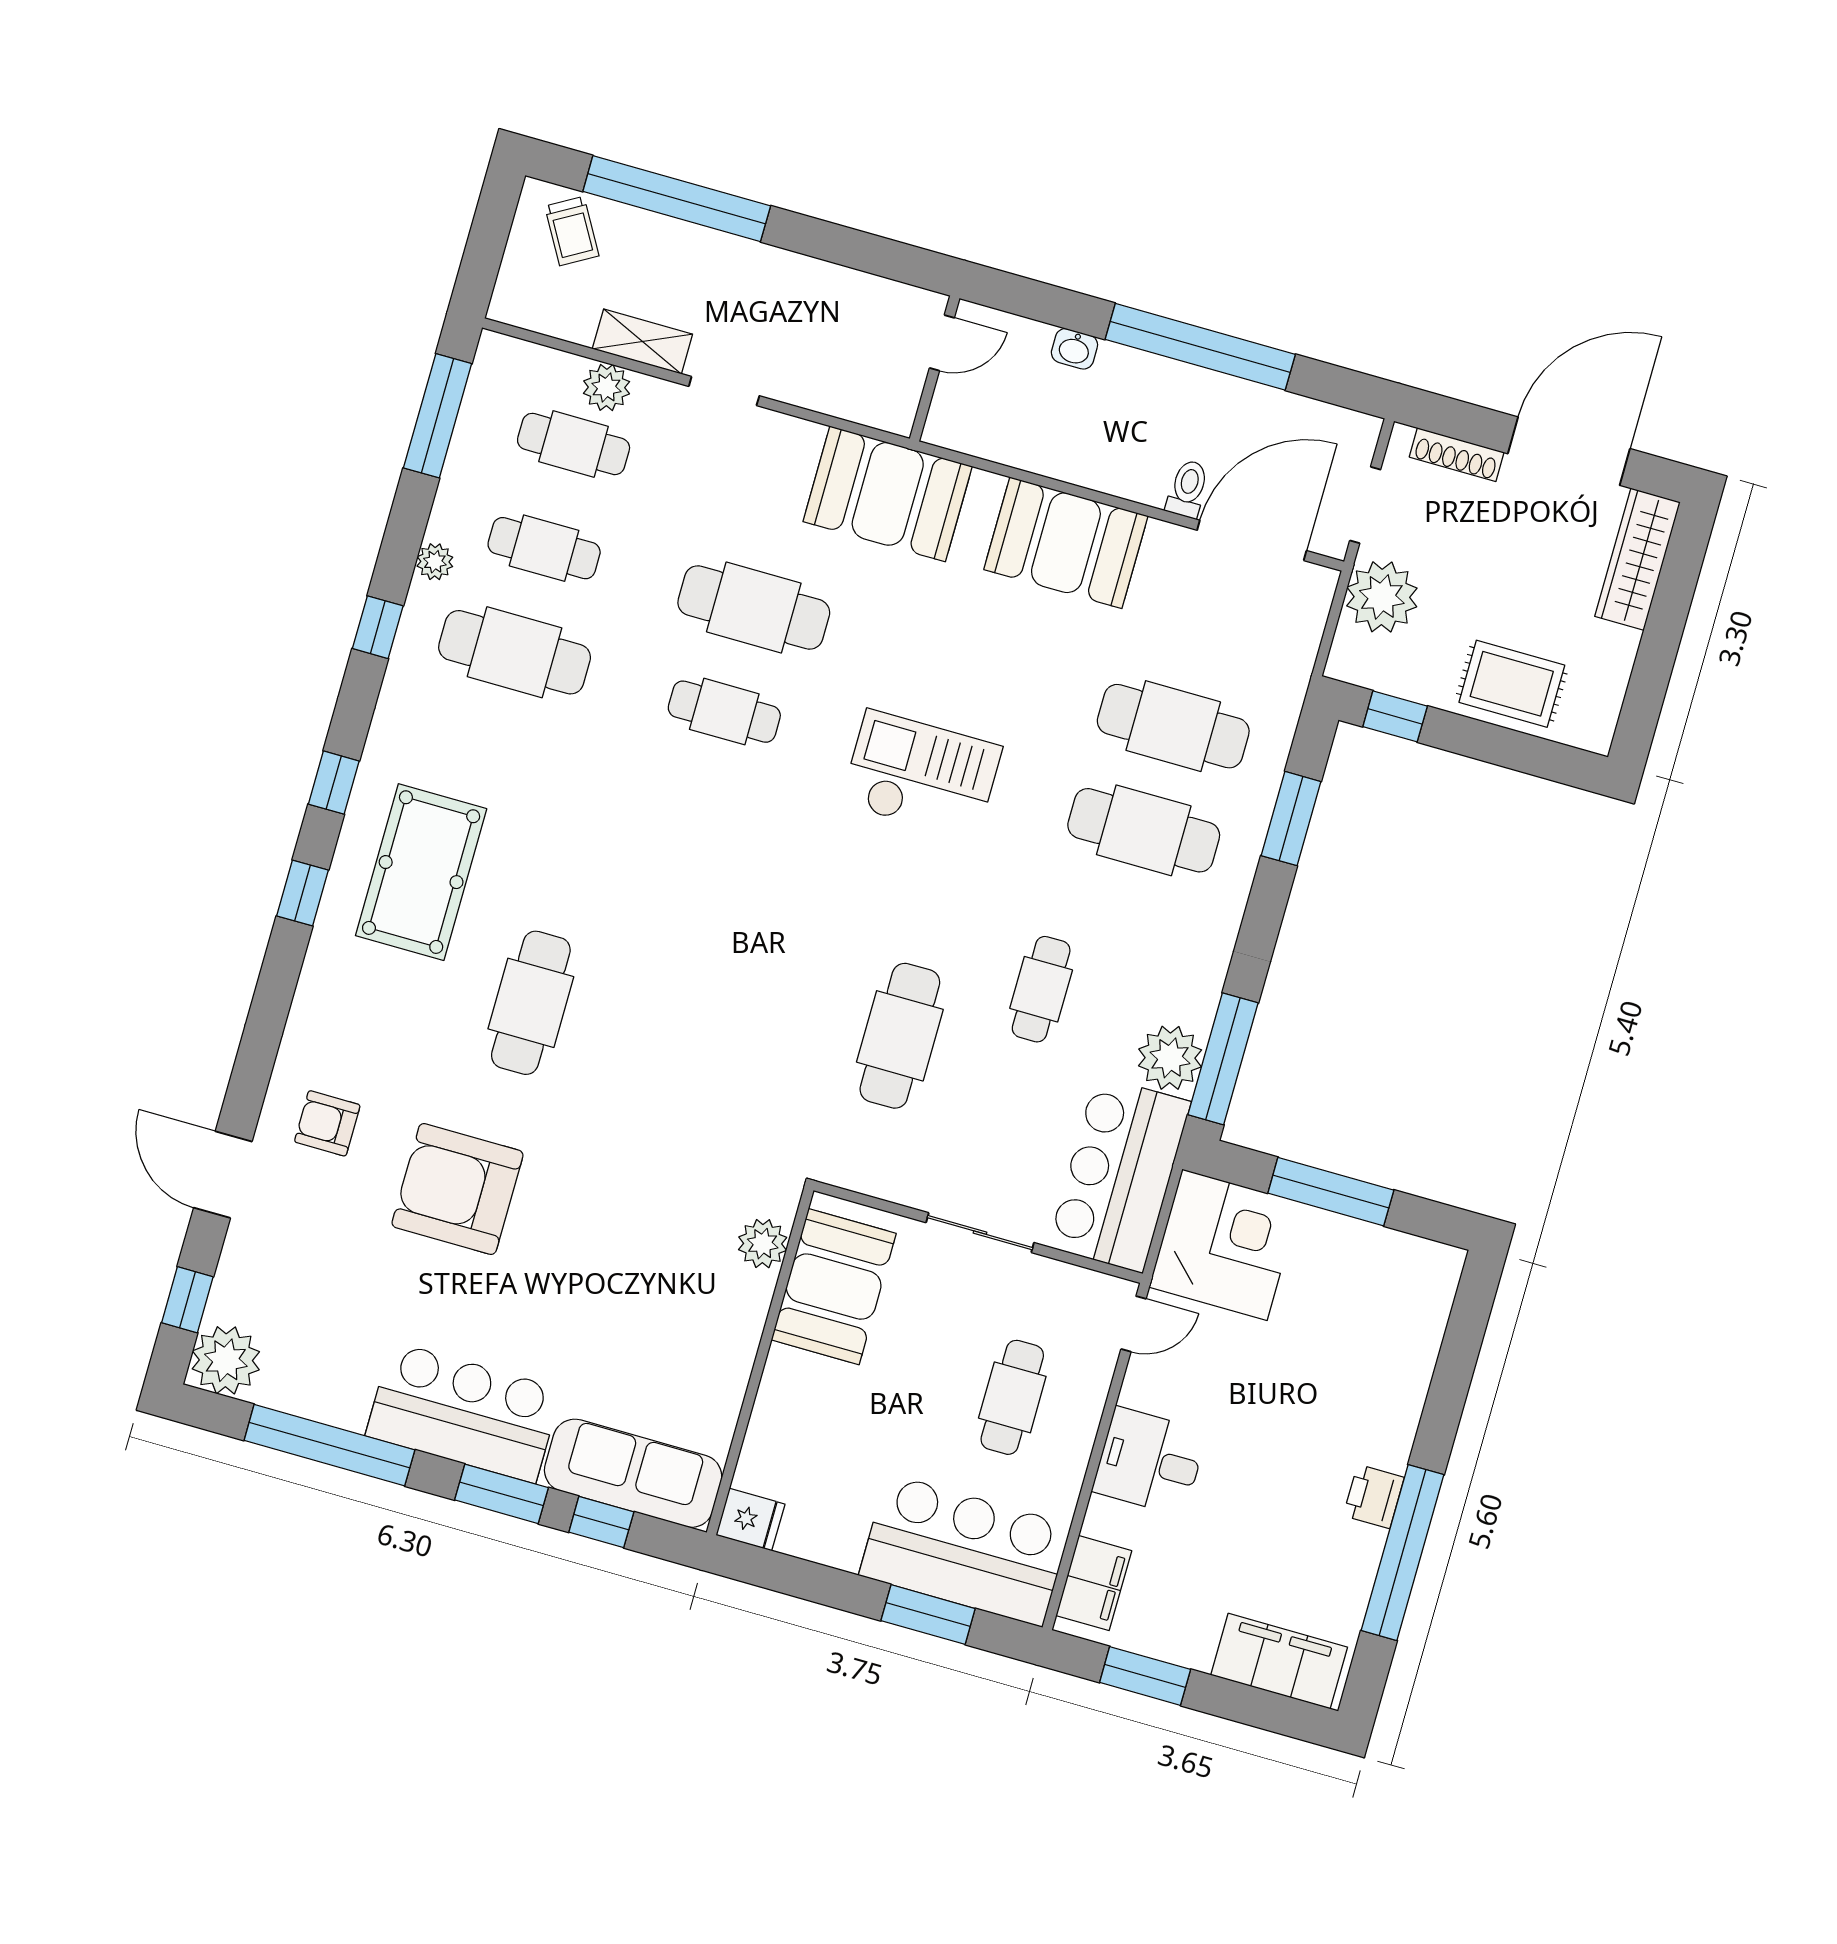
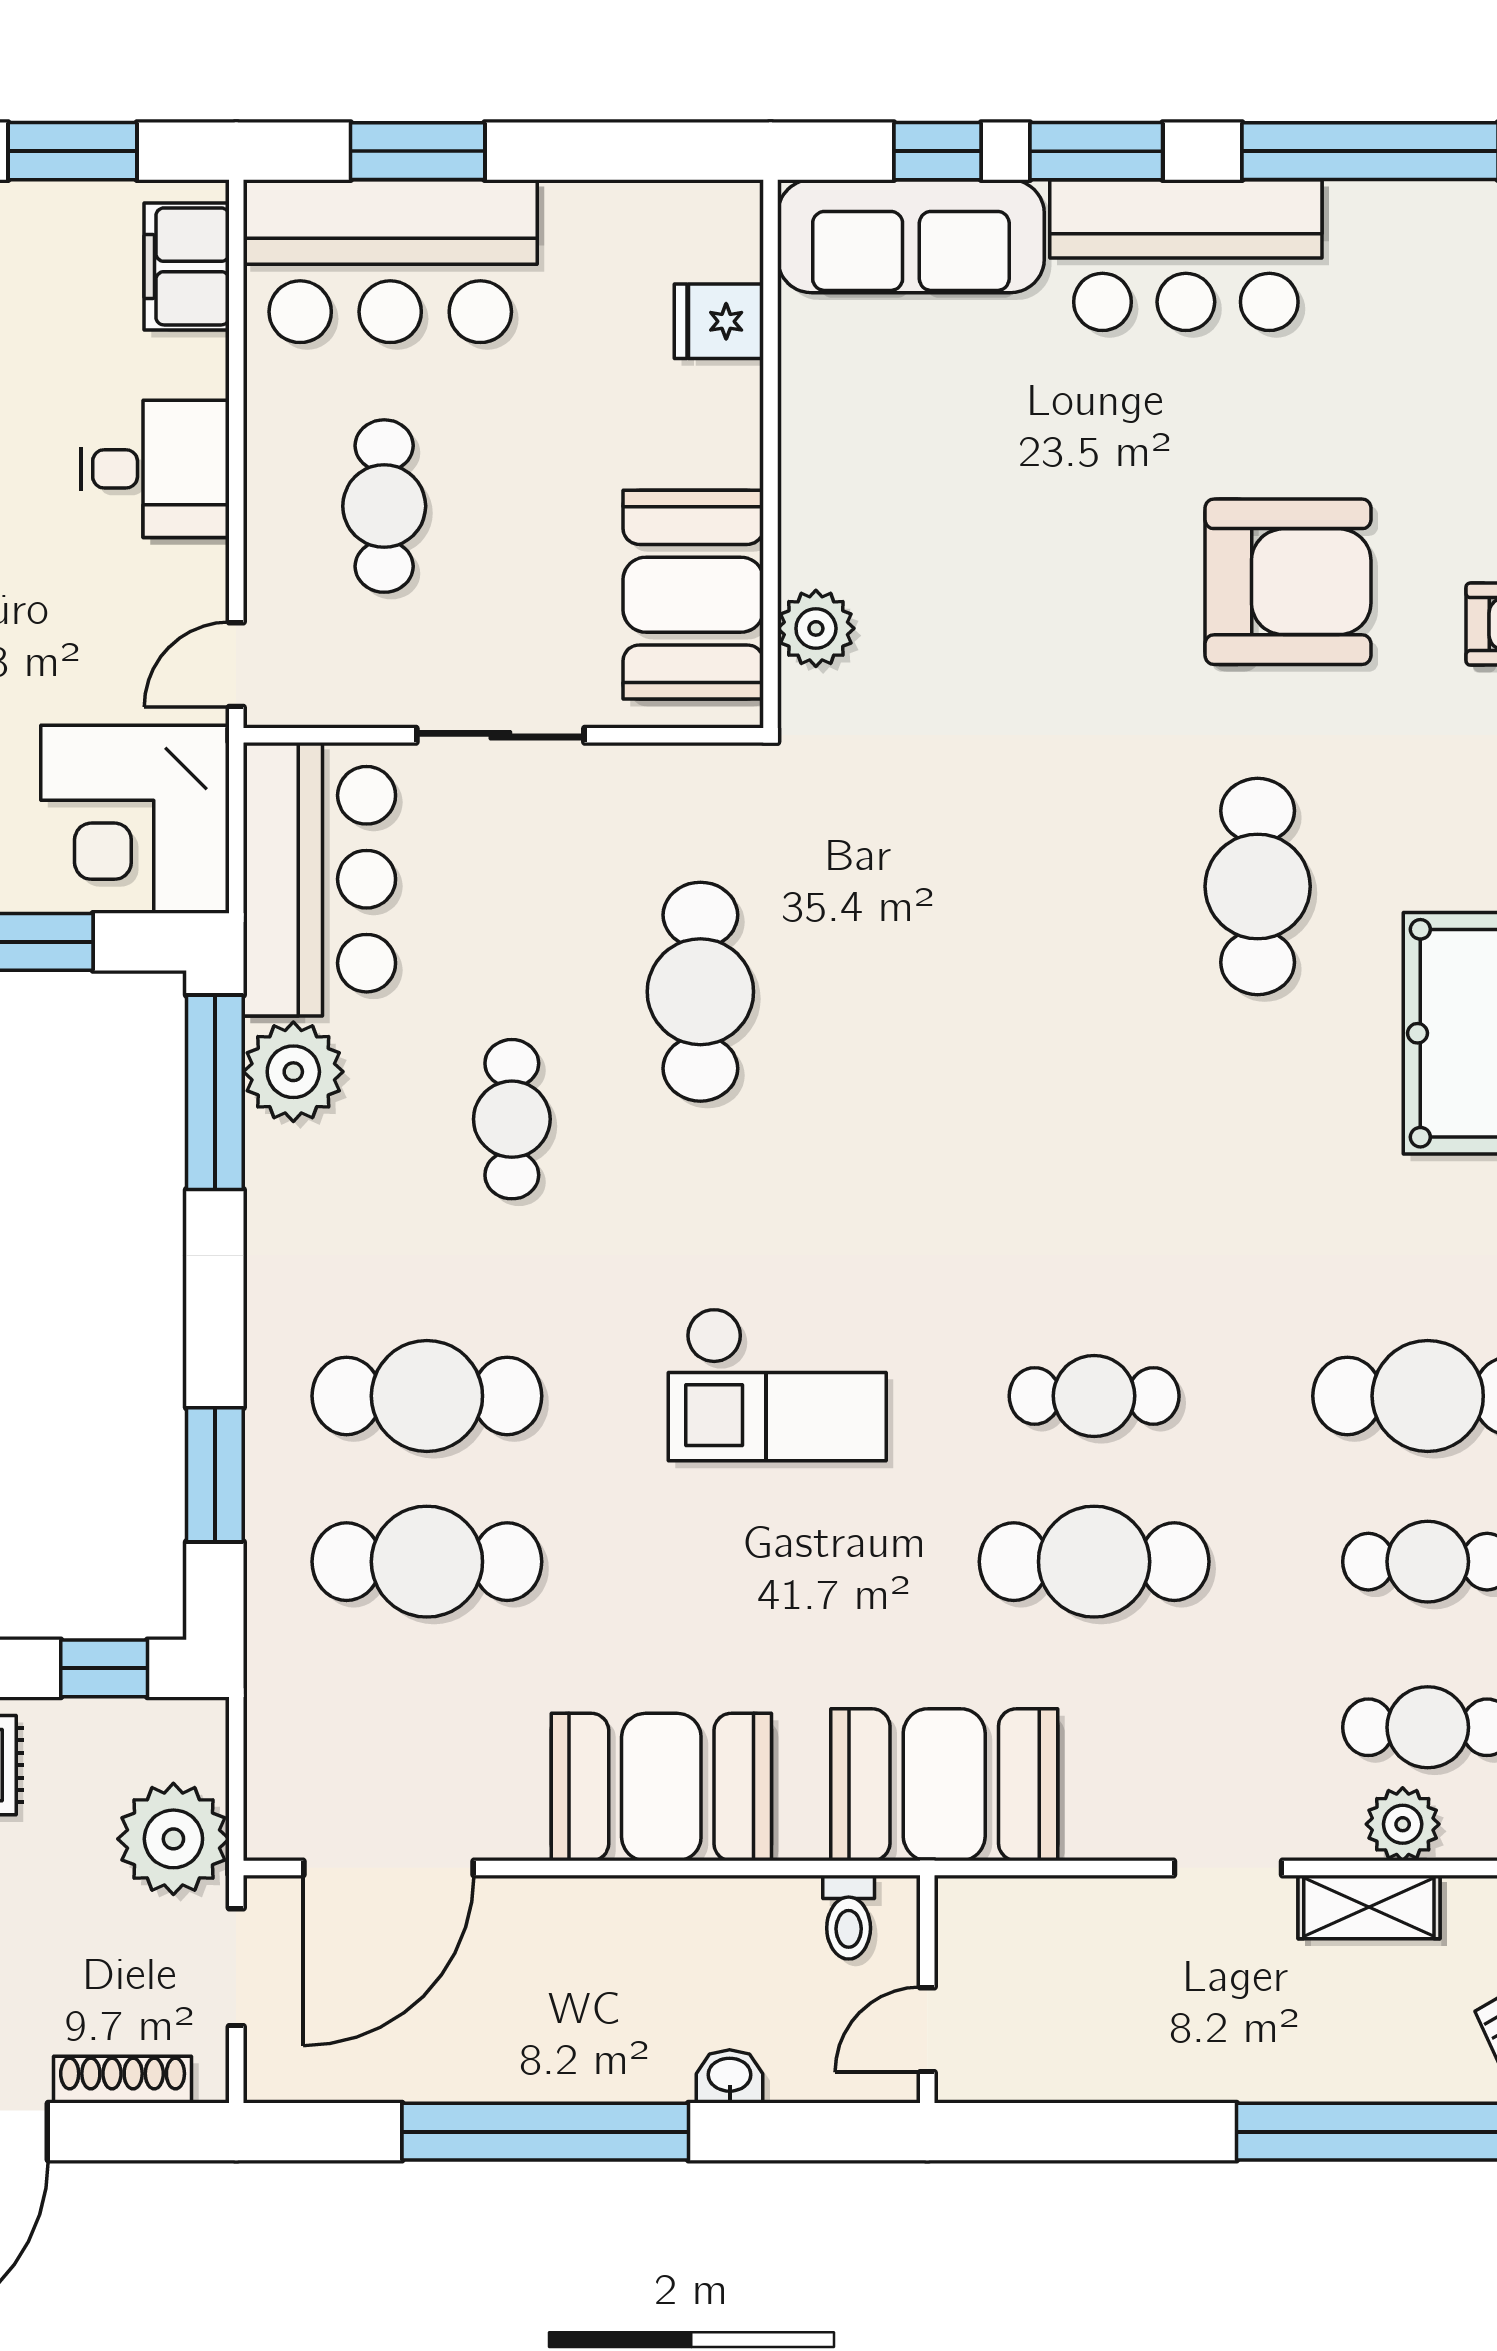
toilet: (1188, 489) -> (849, 1917), moved
fridge: (750, 1520) -> (719, 321), moved

